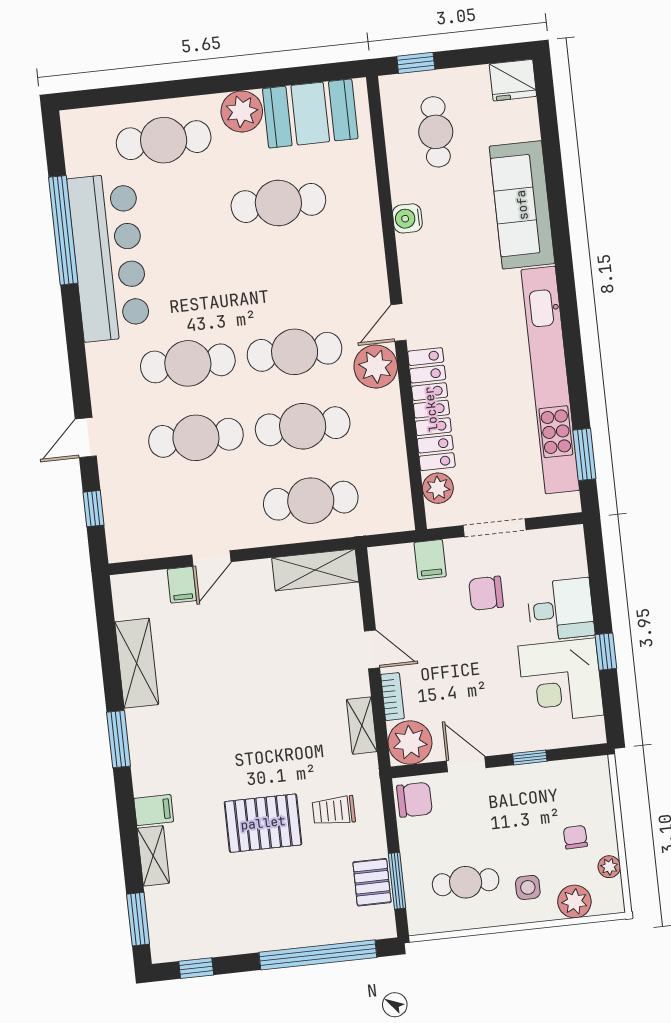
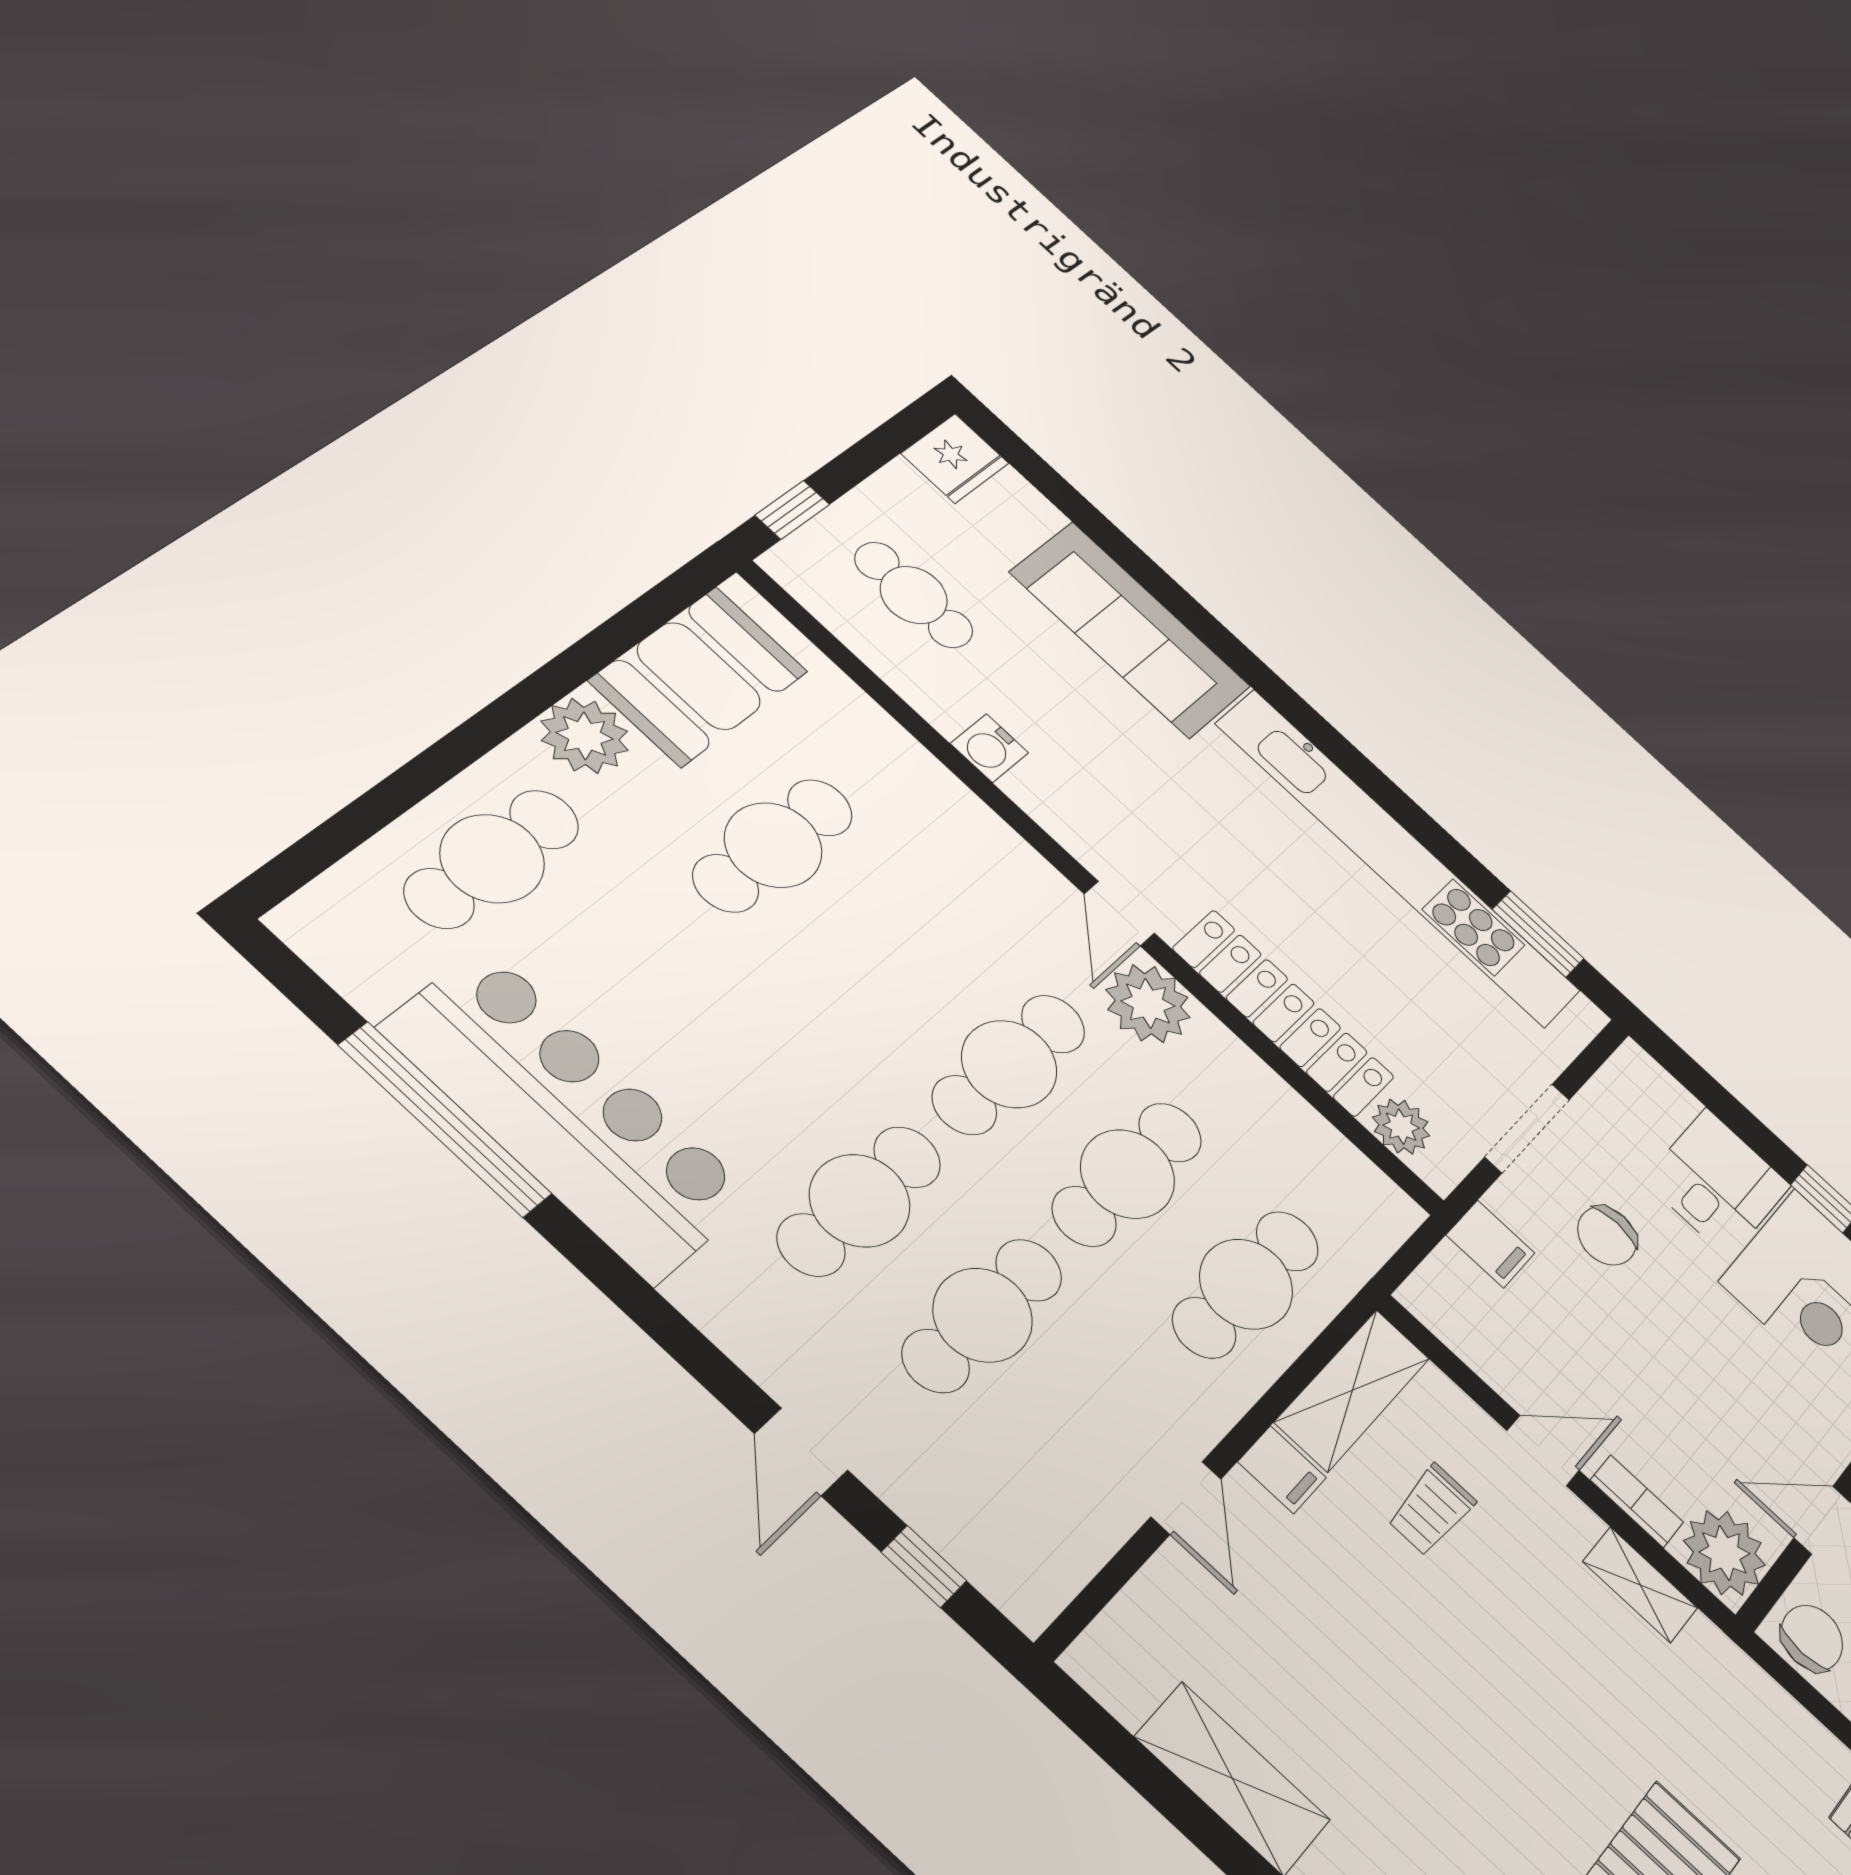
filing cabinet: (182, 585) -> (1282, 1470), moved
trolley: (334, 811) -> (1432, 1510), moved

